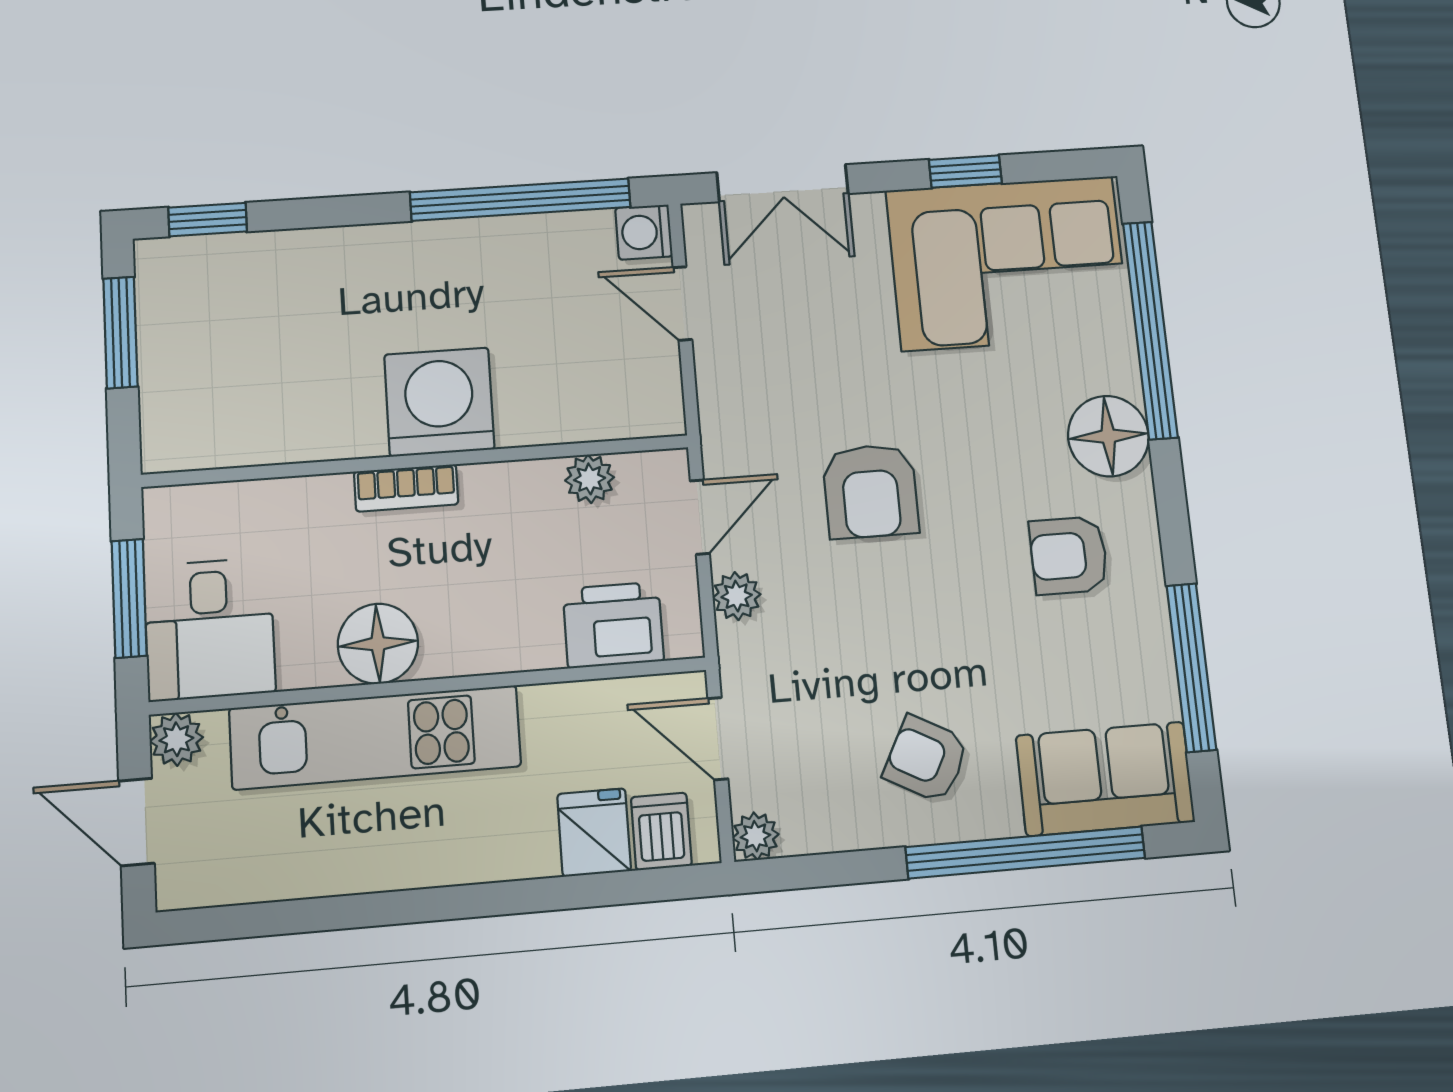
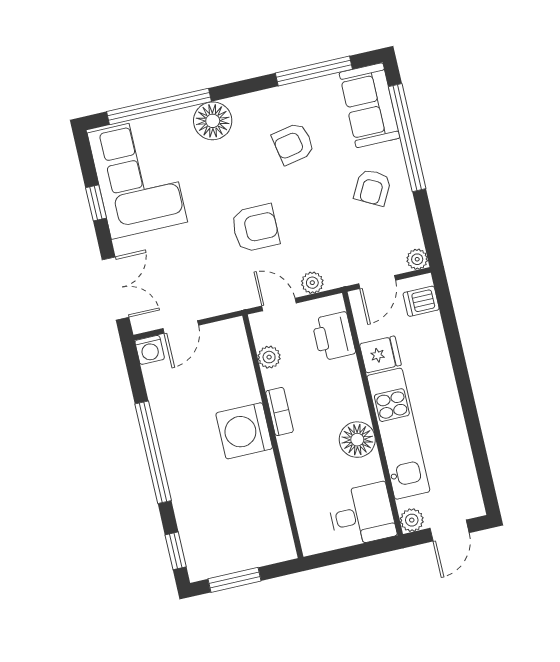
window: (520, 200) -> (153, 452), moved
bookcase: (406, 488) -> (279, 412), moved
armchair: (1069, 556) -> (293, 144), moved, turned 79
window: (129, 598) -> (353, 553), removed
fridge: (594, 832) -> (380, 354), moved, turned 180

